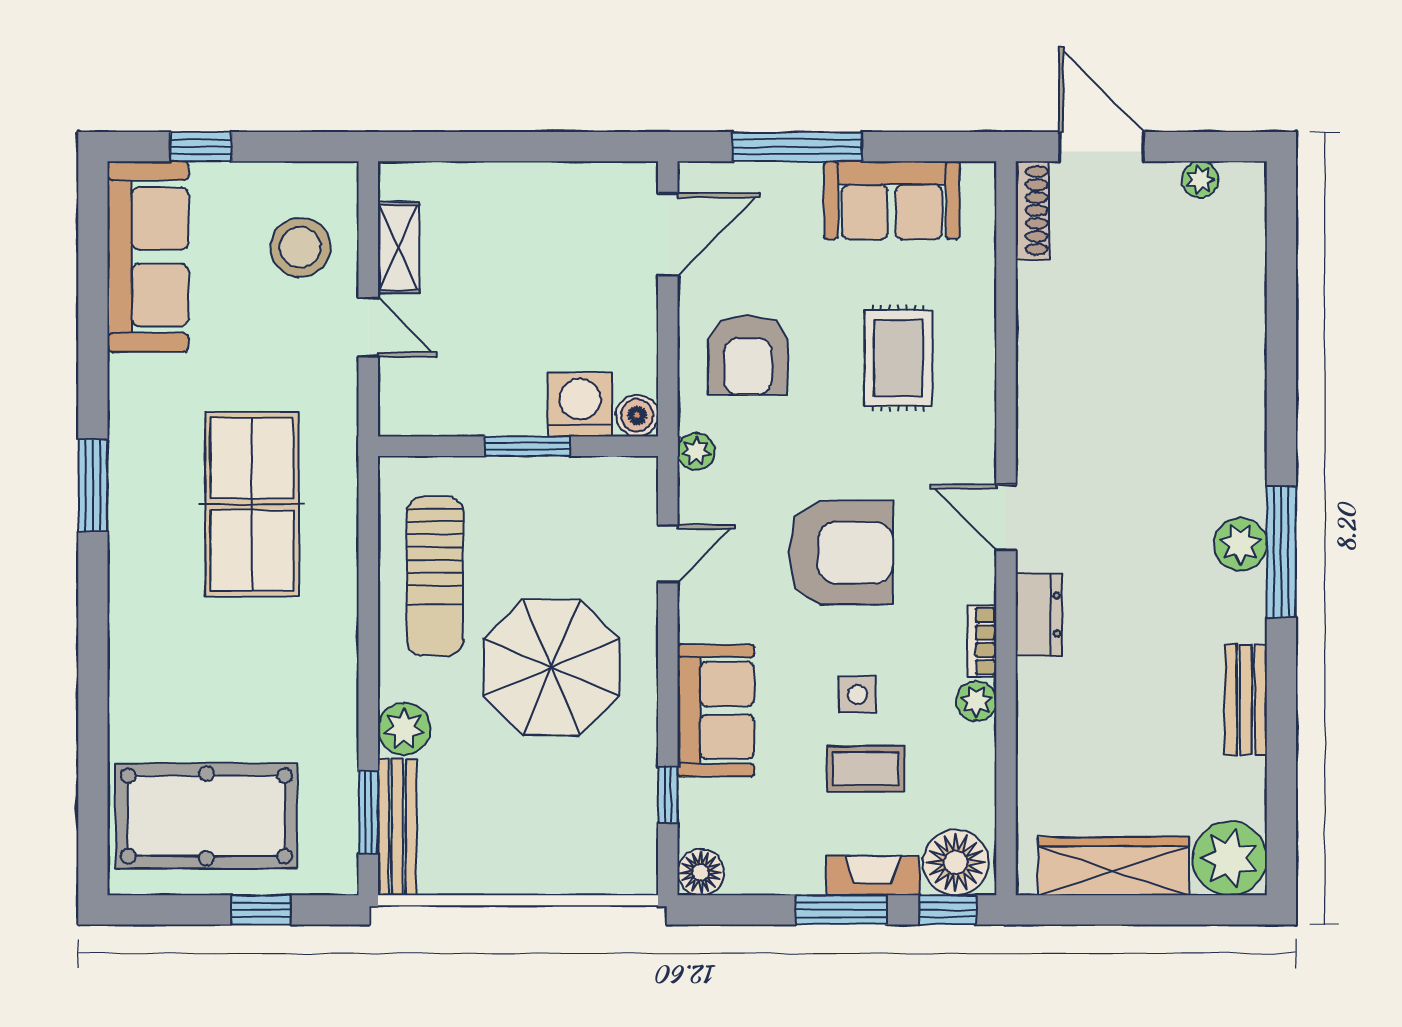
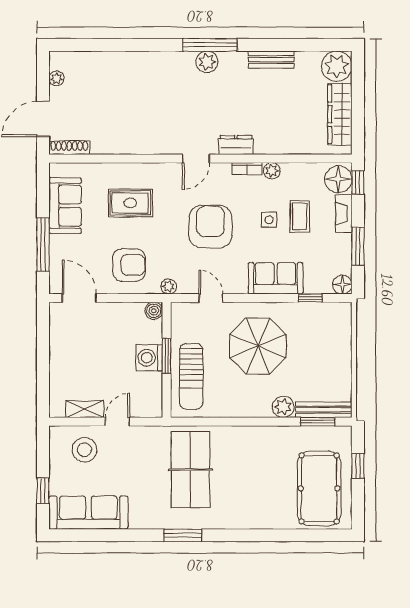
washing machine: (580, 404) -> (149, 358), moved
table tennis table: (252, 504) -> (191, 470), turned 90
sun lounger: (435, 576) -> (191, 376), moved, turned 90
window: (841, 910) -> (358, 246), moved

